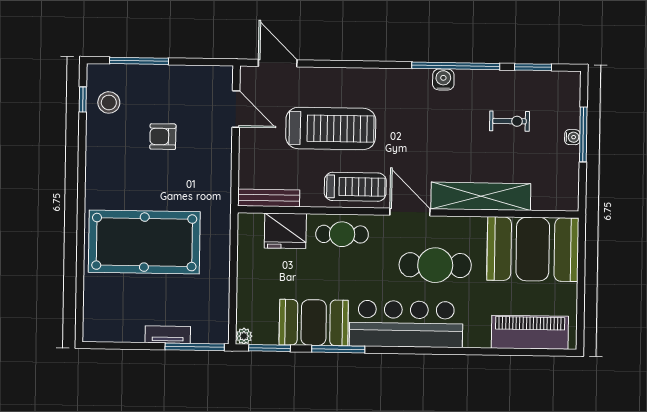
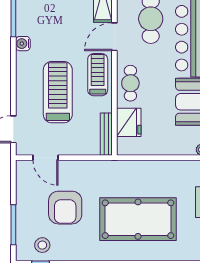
water cooler: (443, 80) -> (23, 44), moved
door: (236, 109) -> (45, 158), swing flipped
armchair: (163, 137) -> (65, 208), width x1.88, depth x1.88
pool table: (144, 242) -> (138, 219), turned 90

